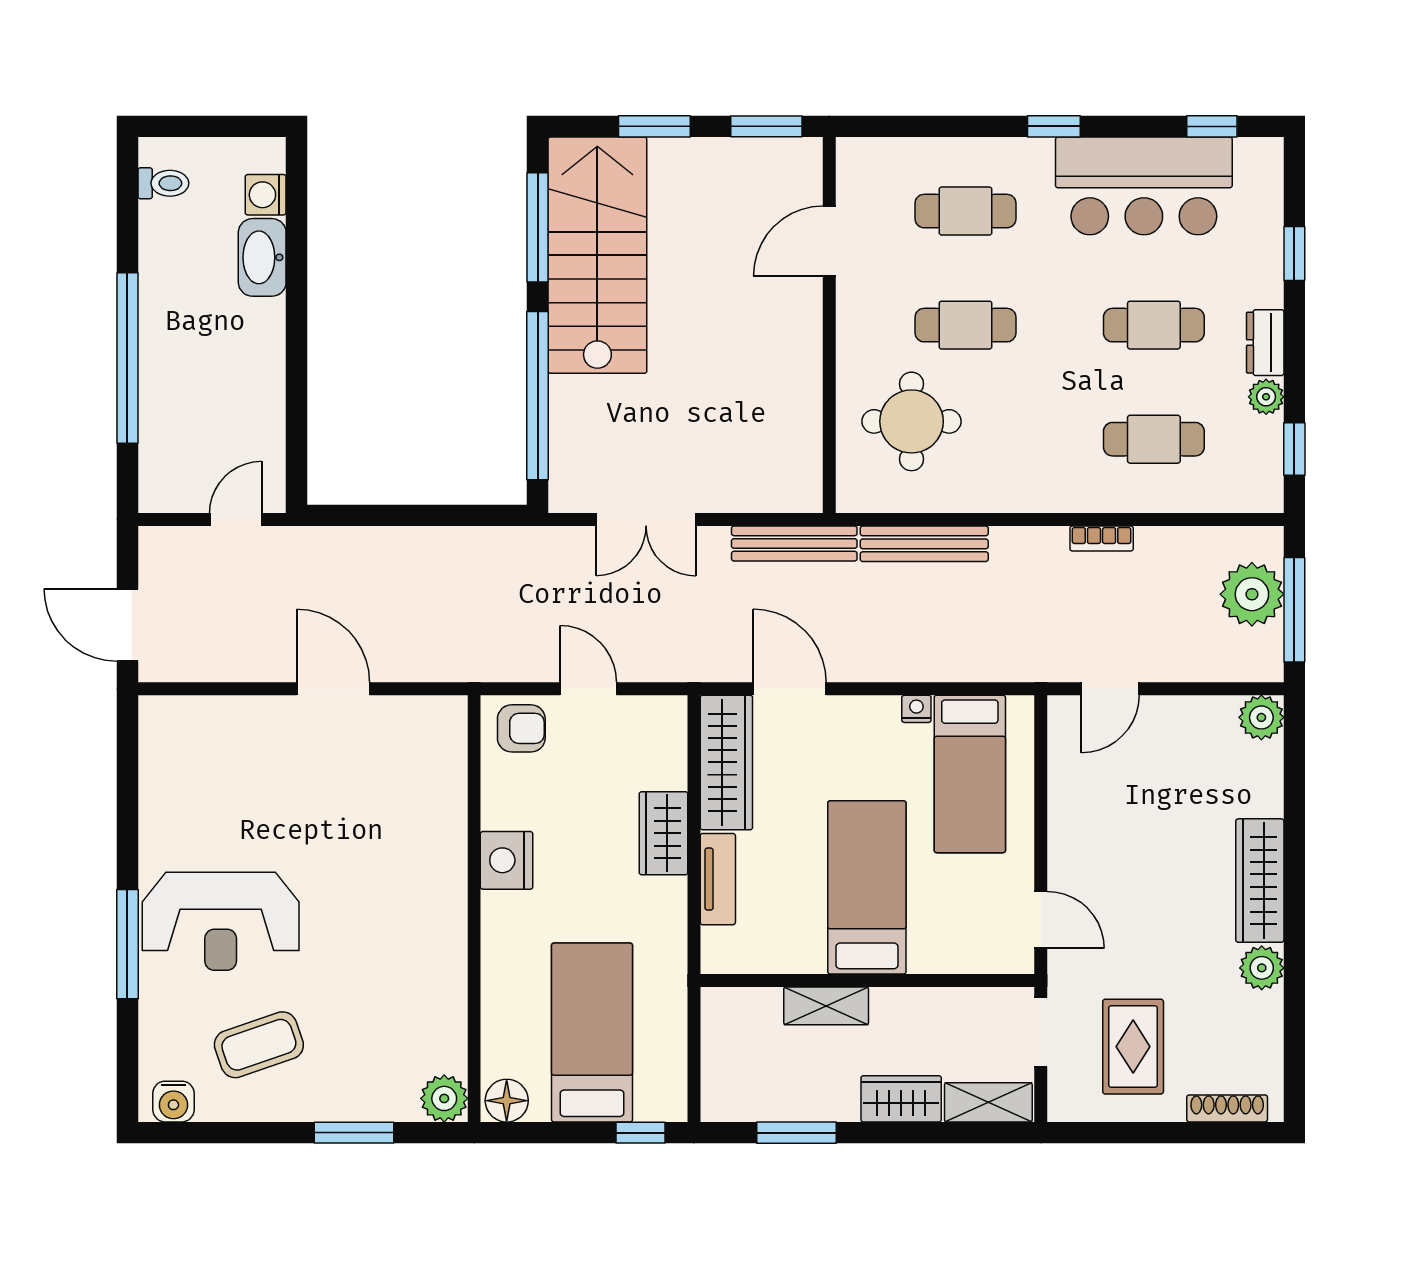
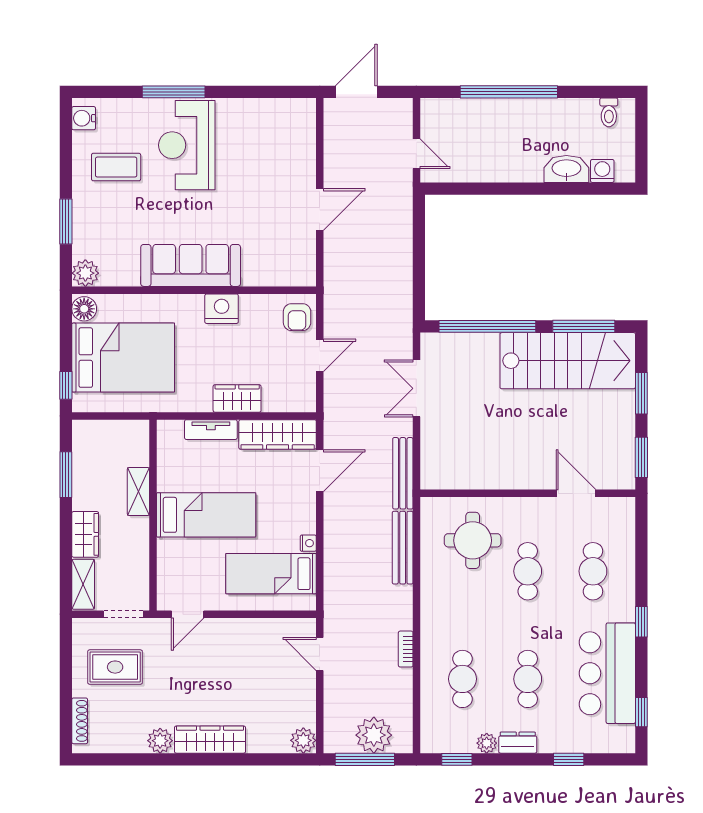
sofa: (431, 914) -> (191, 265), added
bed: (592, 1032) -> (123, 358), width x1.50
coffee table: (259, 1045) -> (116, 167), turned -71

